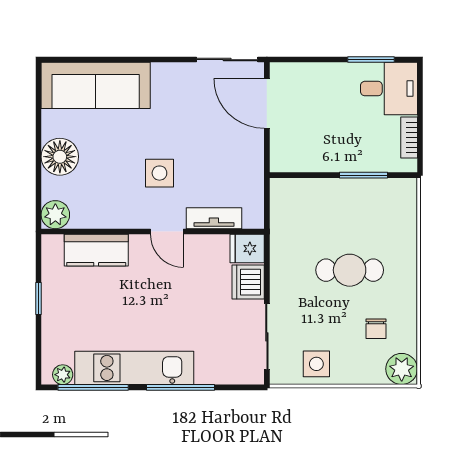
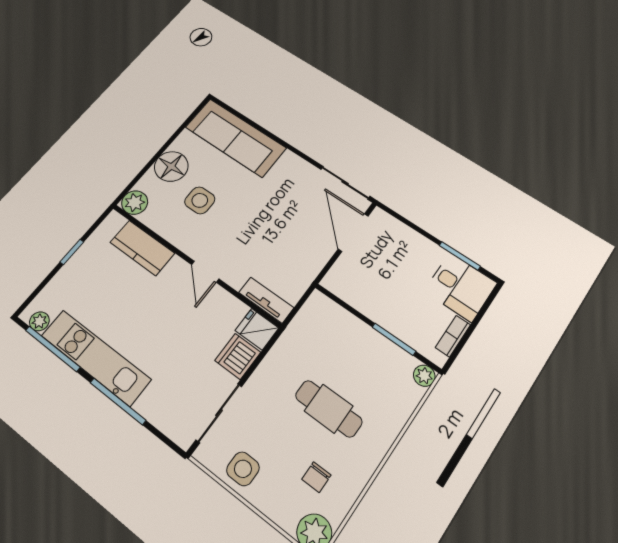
side table: (159, 173) -> (200, 200), moved
plant: (407, 188) -> (424, 376), added
tv unit: (214, 218) -> (266, 300), moved

